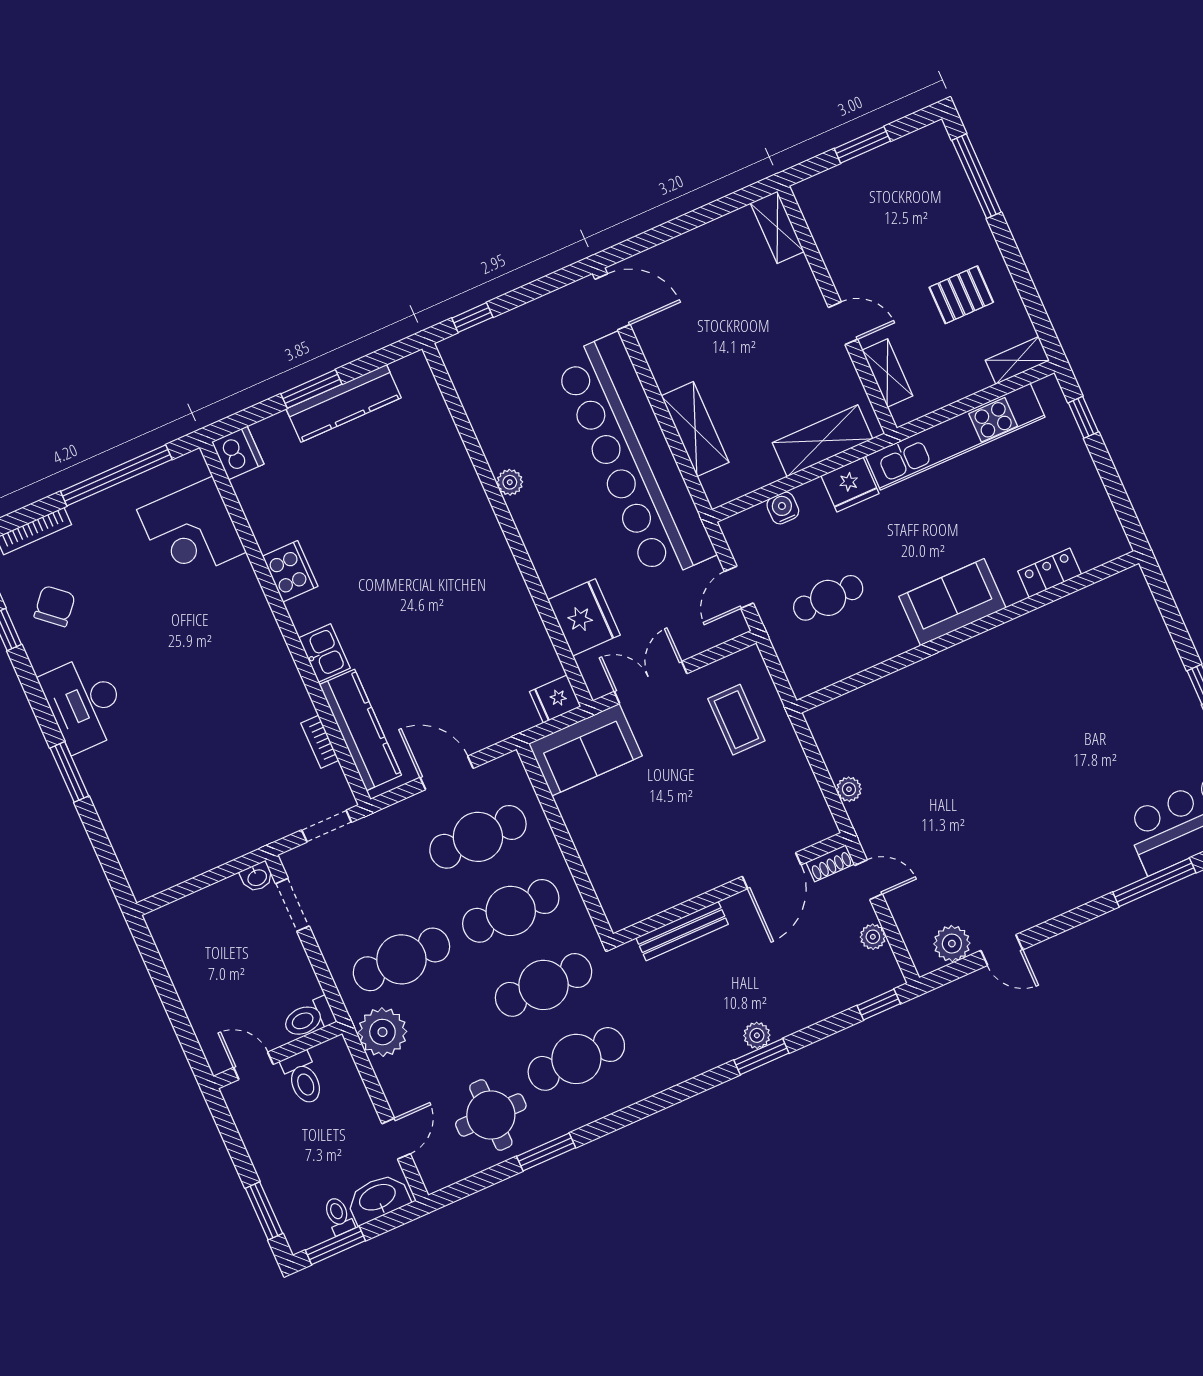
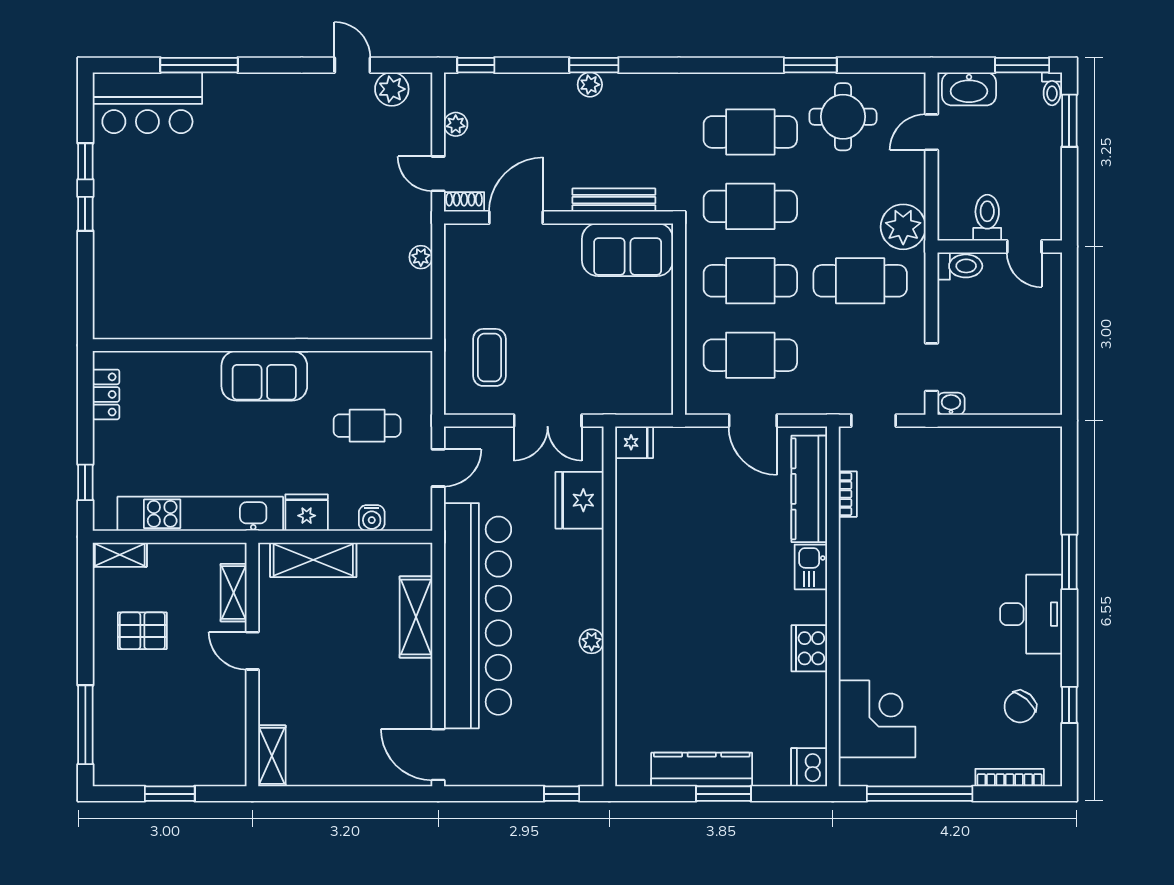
locker: (1050, 573) -> (106, 394), moved, turned -90
sofa: (585, 750) -> (628, 250), moved, turned 180
toilet: (339, 1216) -> (1052, 89), moved

